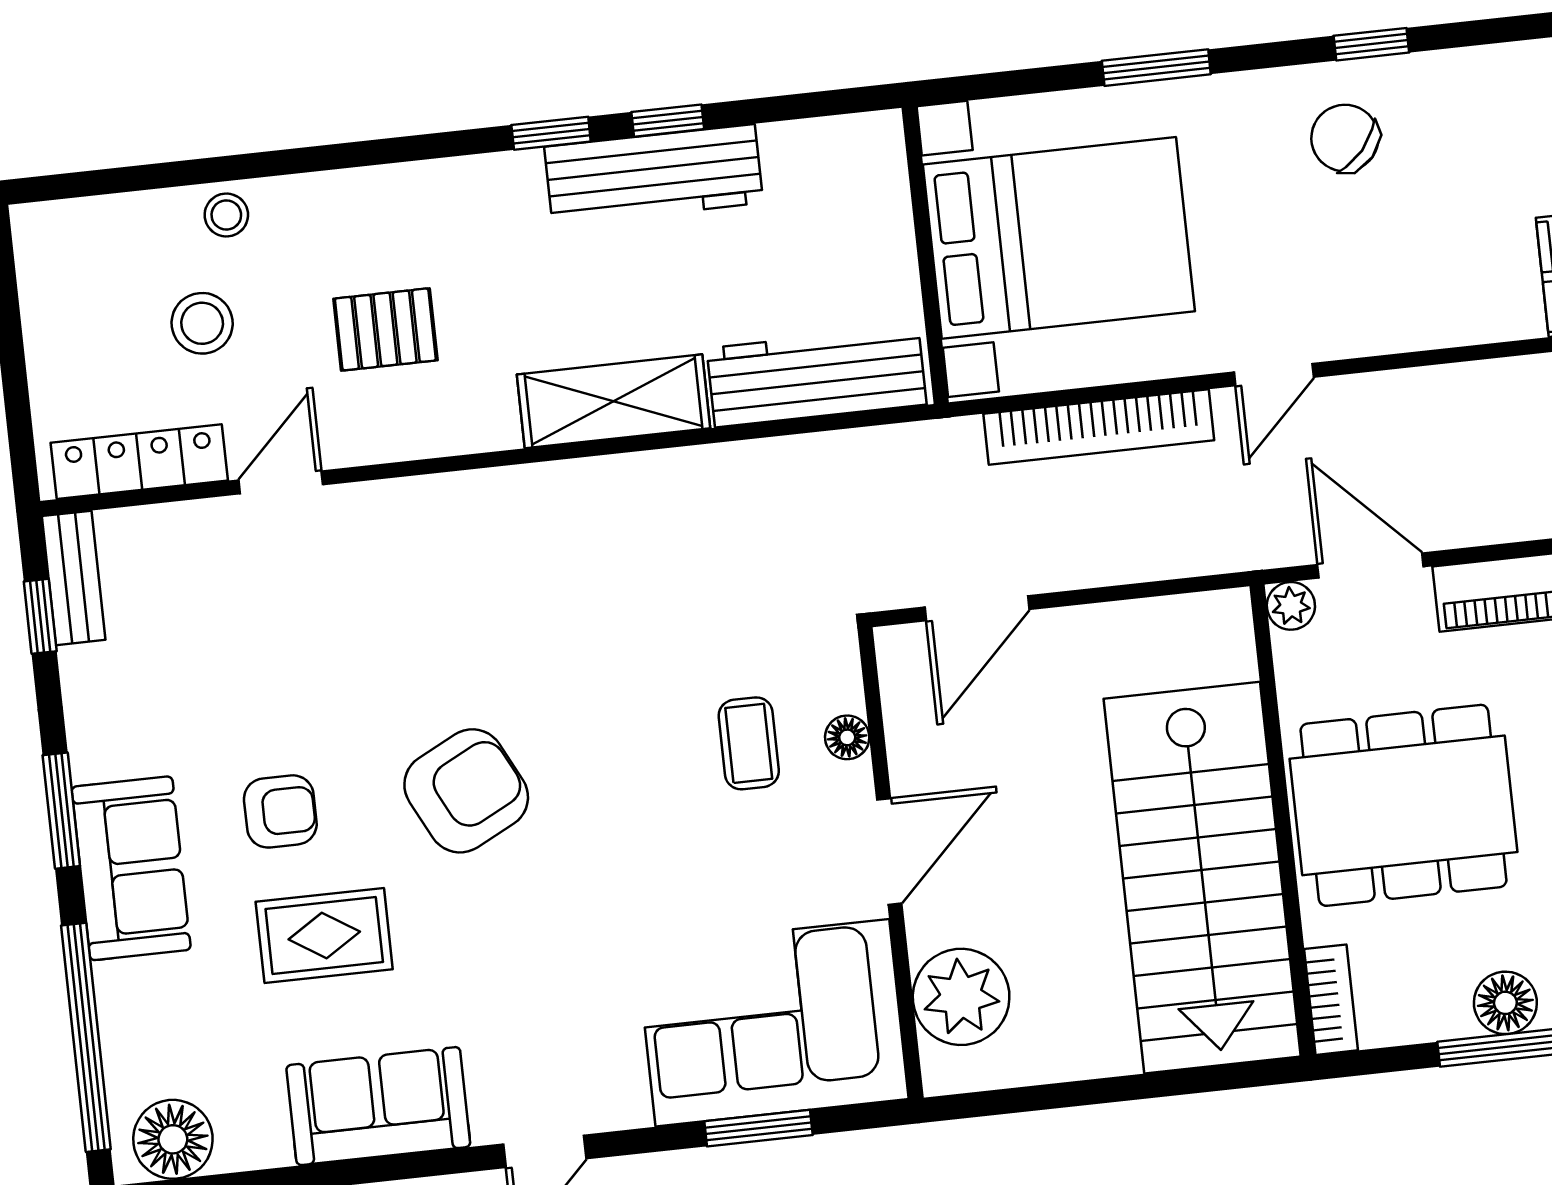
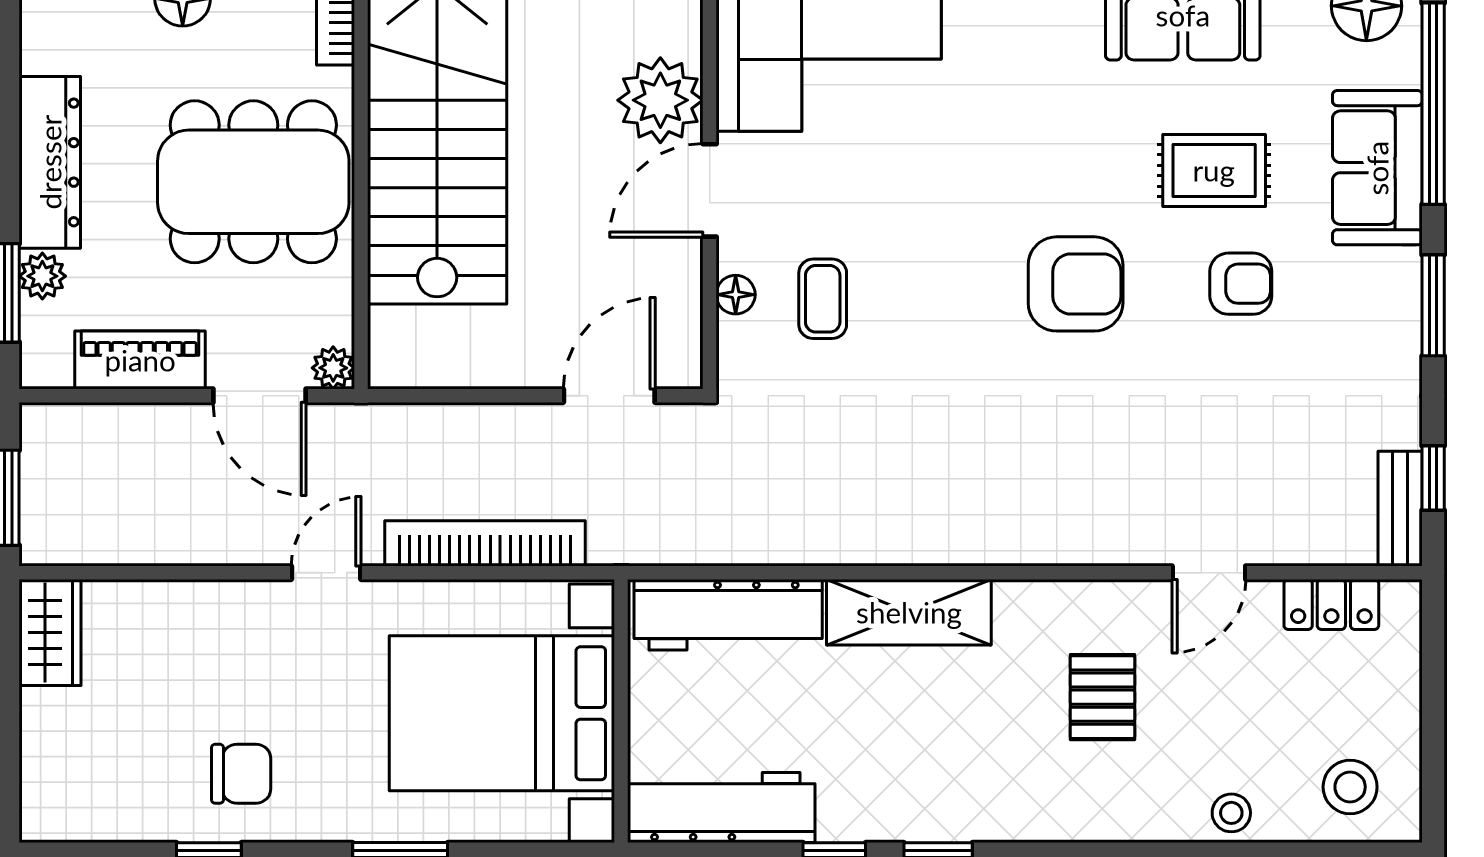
chair: (1345, 138) -> (241, 774), turned -41
workbench: (654, 175) -> (721, 808), moved
stool: (202, 323) -> (1350, 787), moved
pallet: (385, 329) -> (1102, 697), turned 90
locker: (139, 462) -> (1331, 605), width x0.66
armchair: (466, 791) -> (1076, 284), turned -153
armchair: (280, 811) -> (1241, 284), turned 180
sofa: (131, 868) -> (1377, 168), moved
plant: (961, 997) -> (660, 100), moved

